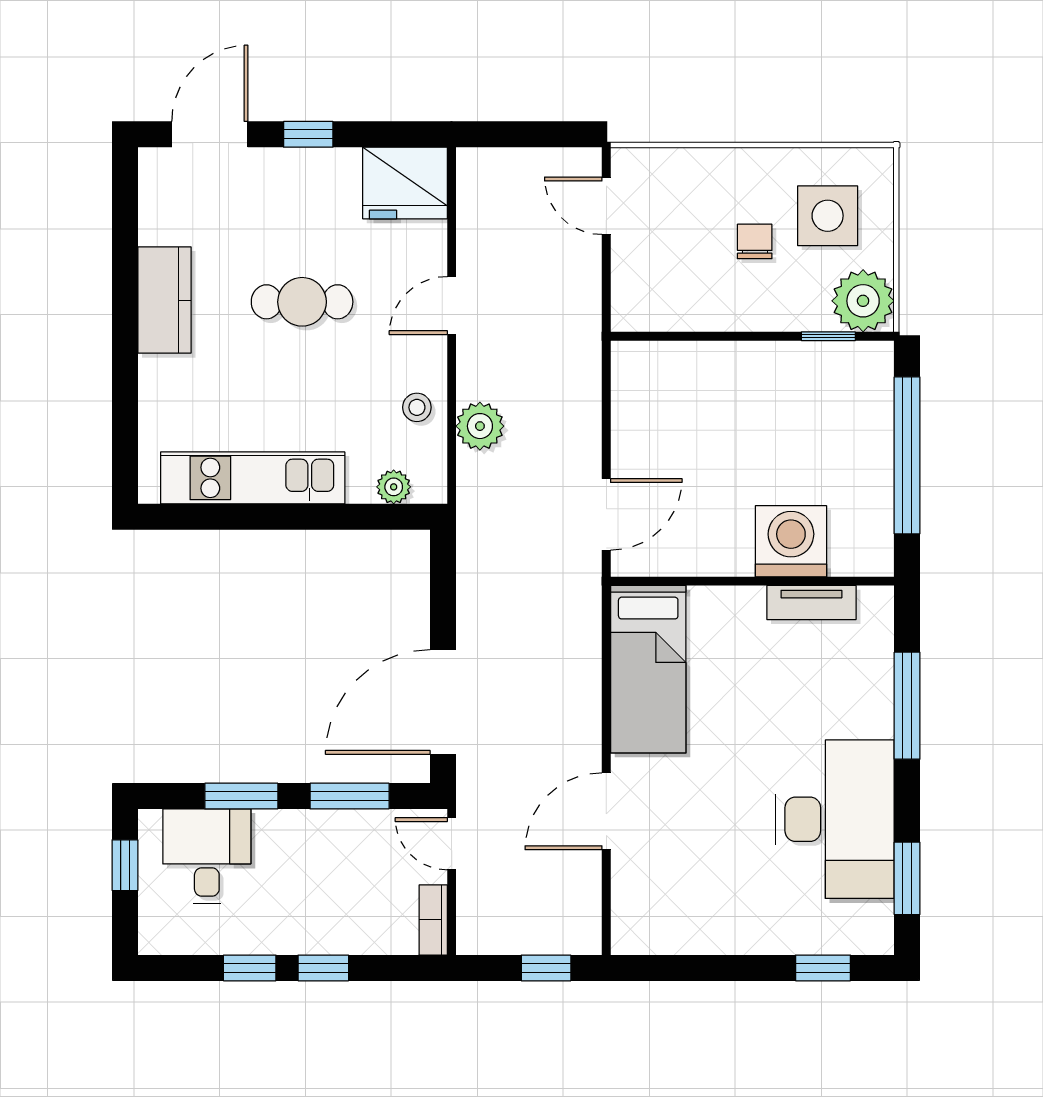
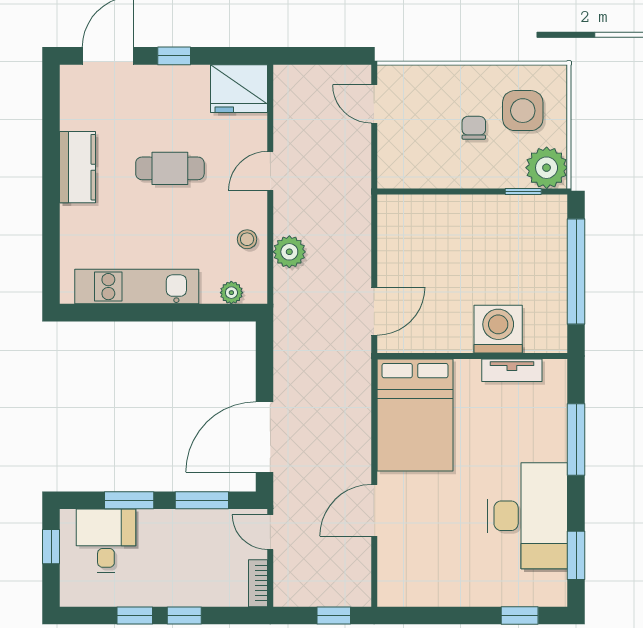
bed: (648, 669) -> (415, 415), width x1.50

